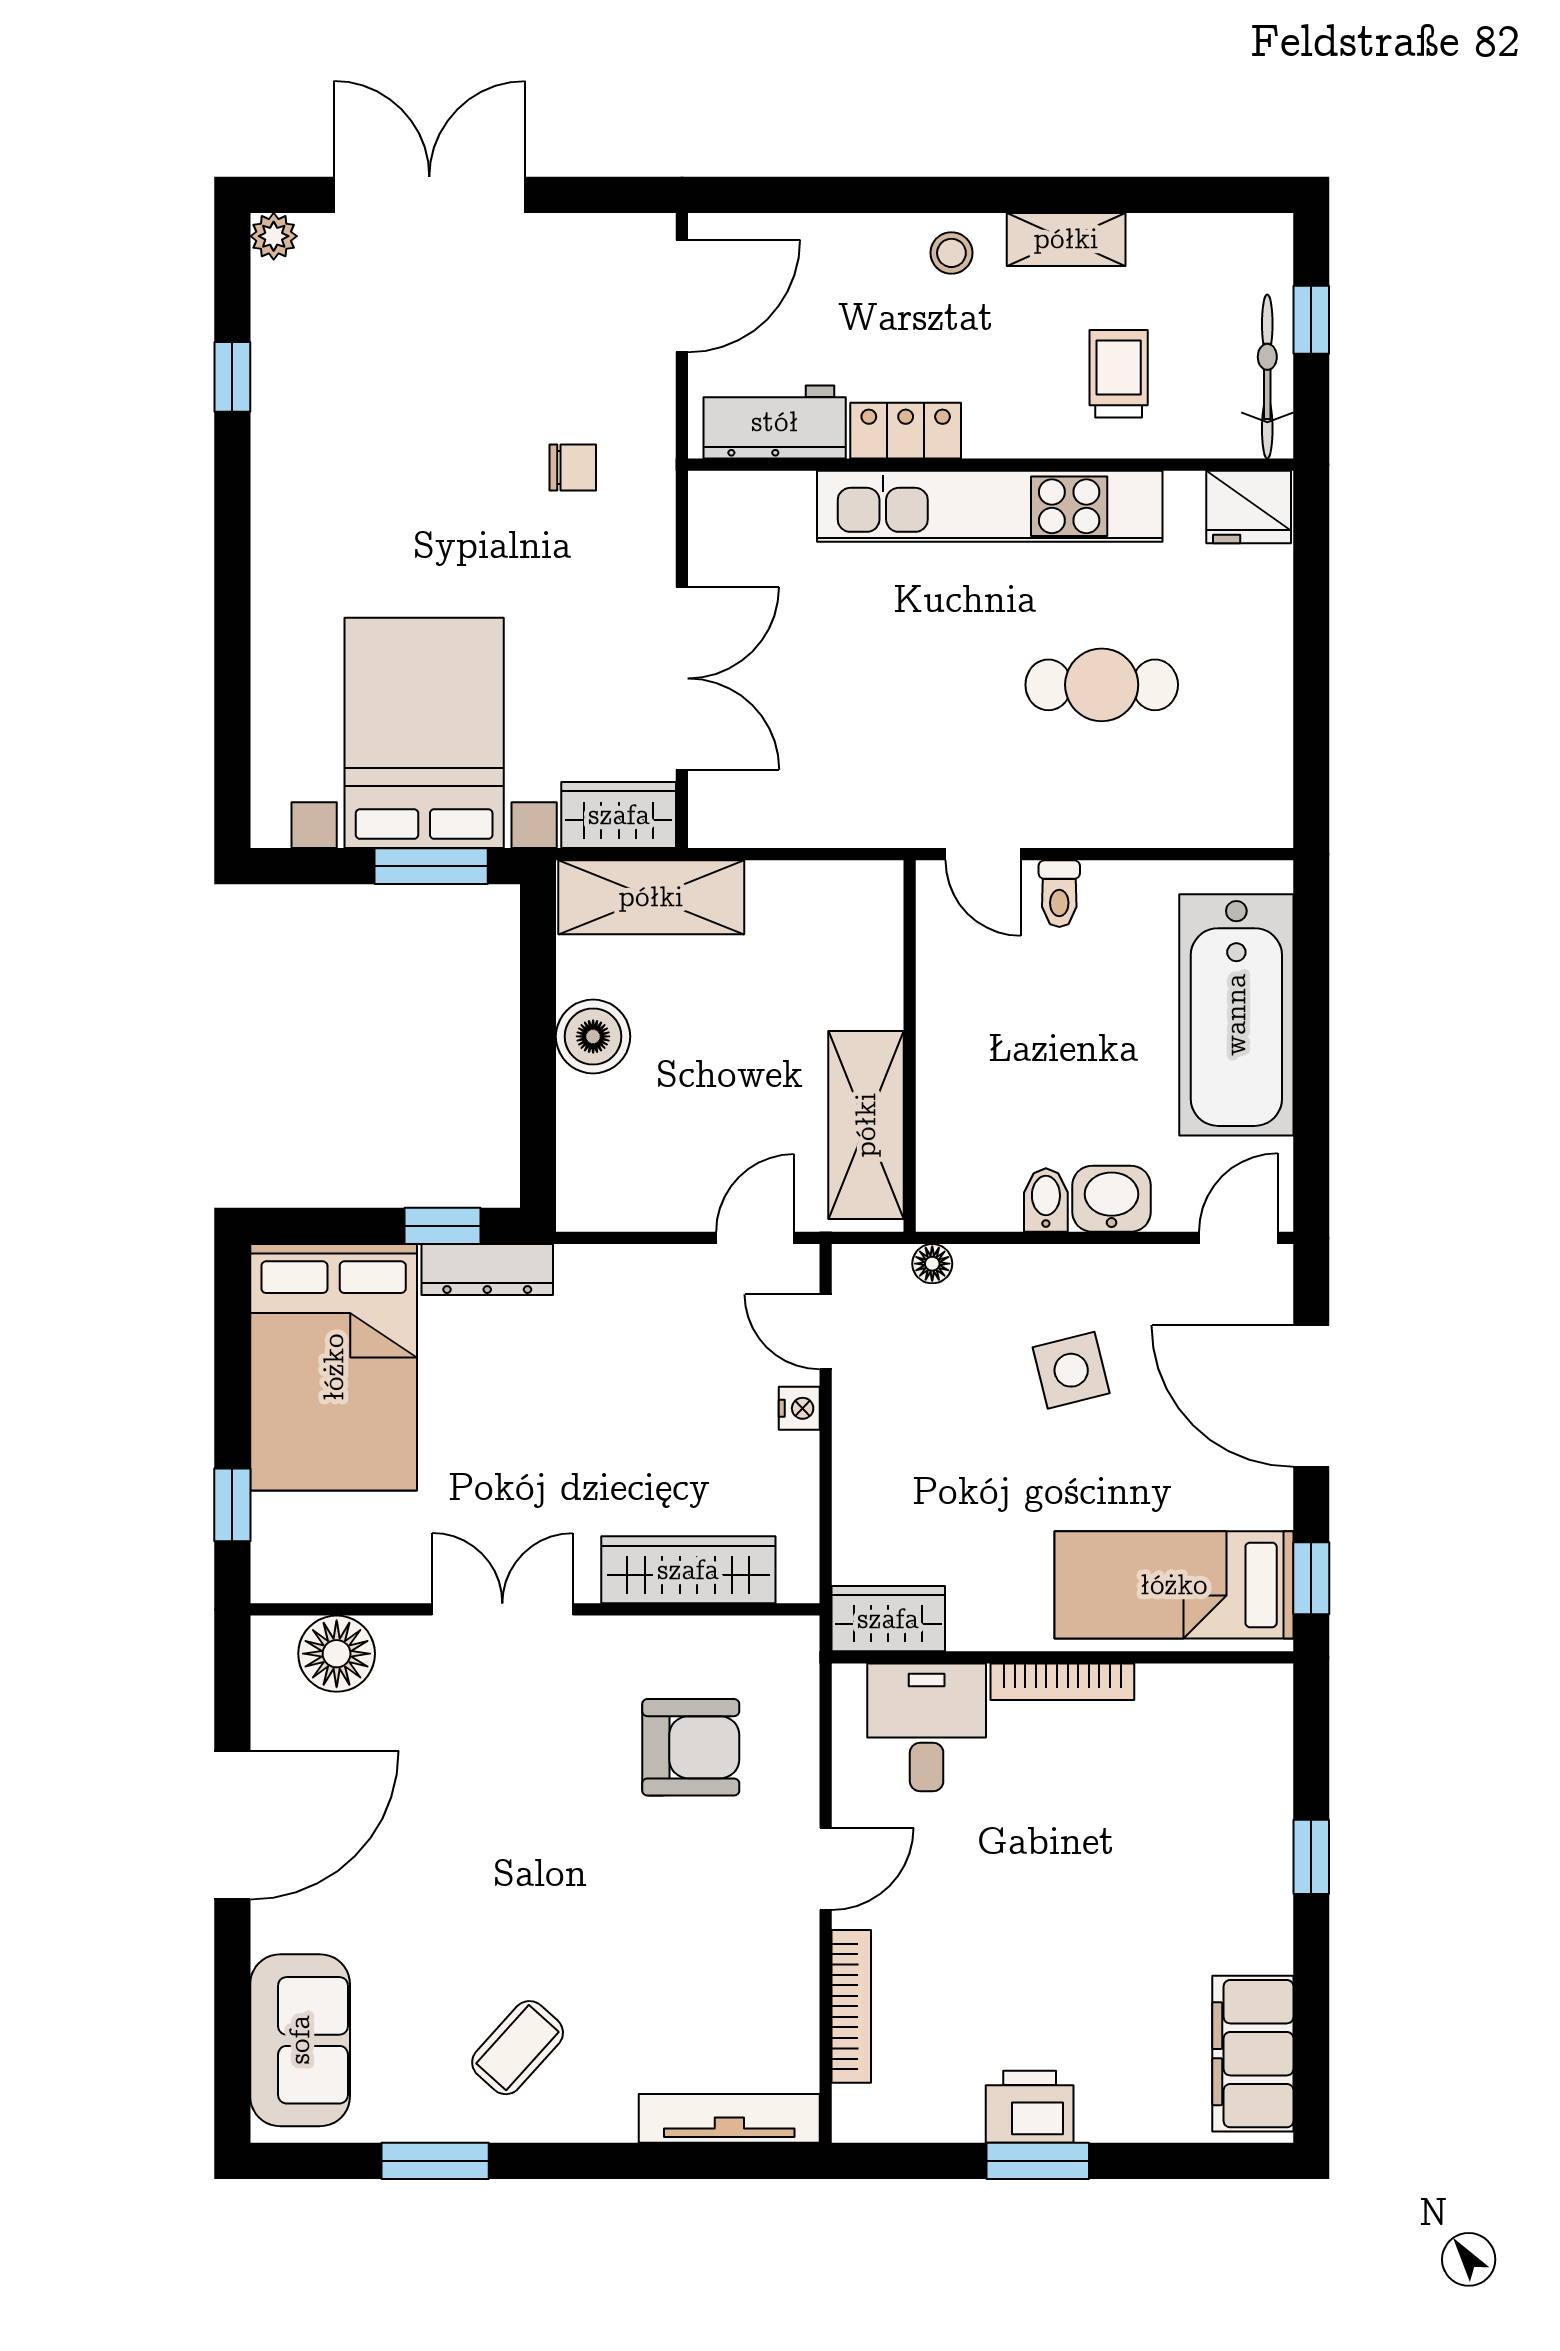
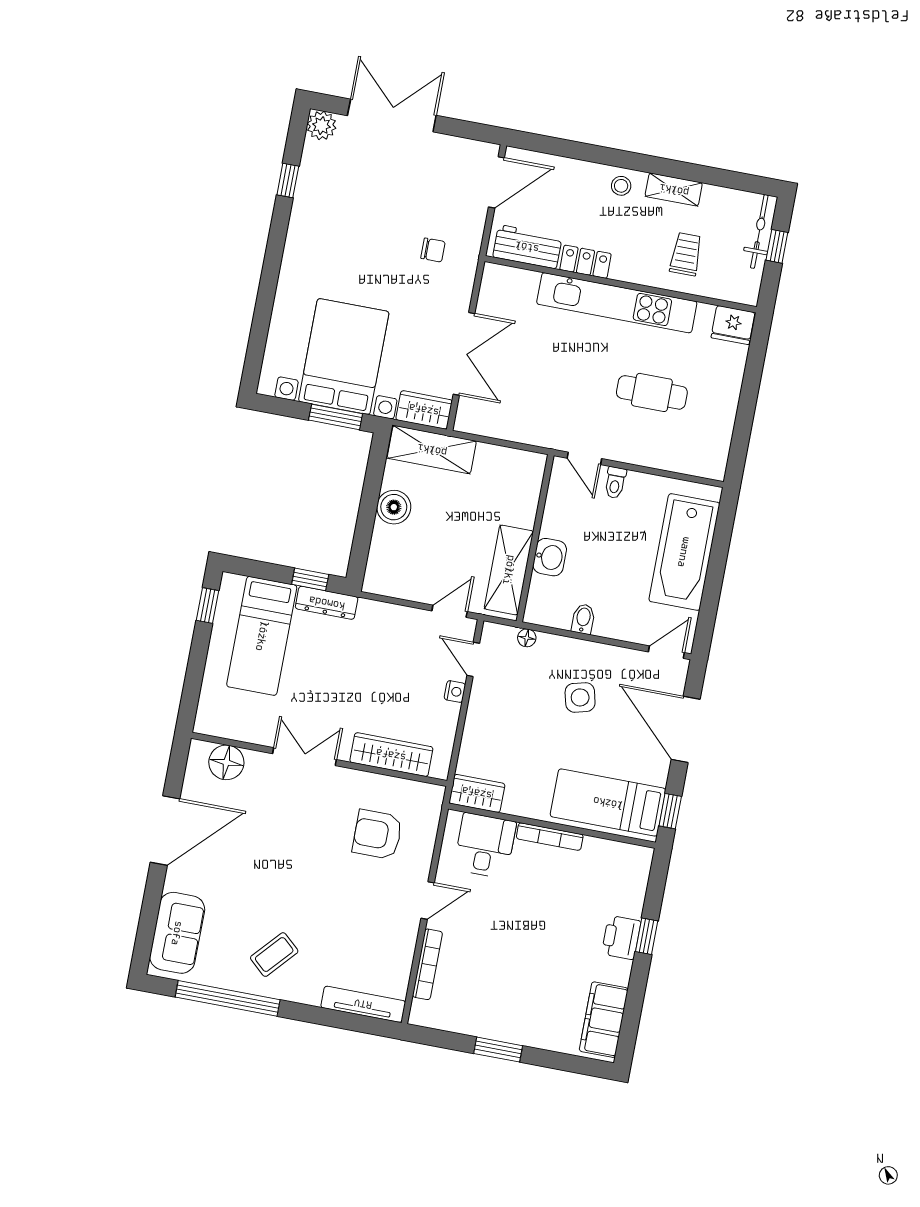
plant: (274, 236) -> (322, 126), width x1.38, depth x1.38
bicycle: (1267, 377) -> (759, 231), moved
washbasin: (1112, 1199) -> (550, 557), moved, turned 90
bed: (334, 1367) -> (262, 636), width x0.67
window: (232, 1505) -> (208, 606), moved
armchair: (691, 1747) -> (377, 834), turned 180
printer: (1030, 2107) -> (621, 937), moved, turned -90
window: (435, 2161) -> (228, 998), width x2.11

